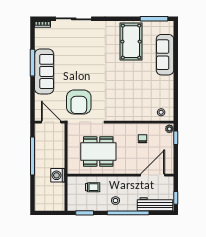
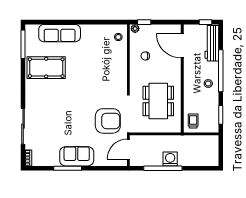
sofa: (44, 71) -> (77, 156), width x0.73
washing machine: (58, 175) -> (170, 159), moved, turned 180
trolley: (93, 187) -> (193, 121), moved

